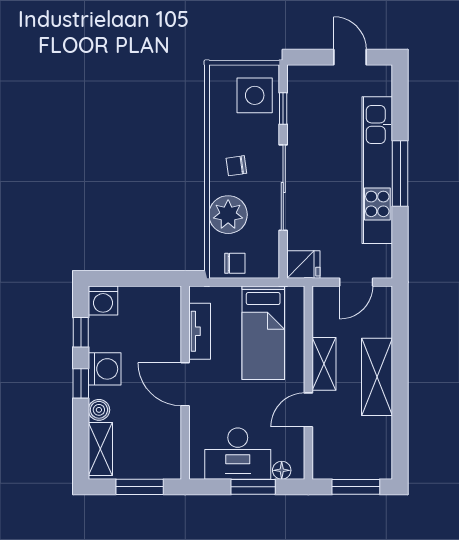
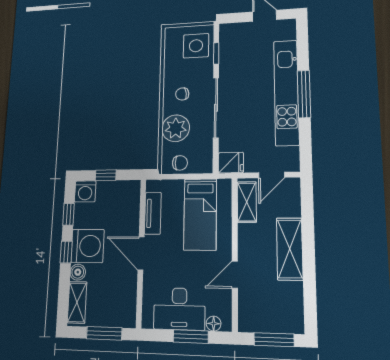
window: (132, 278) -> (106, 175), added
shelving: (324, 364) -> (247, 202), moved
washing machine: (105, 369) -> (87, 246), width x1.37, depth x1.37

